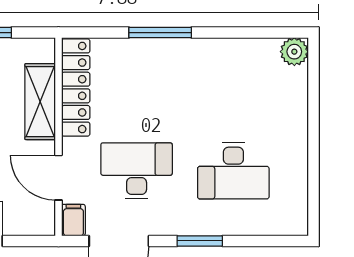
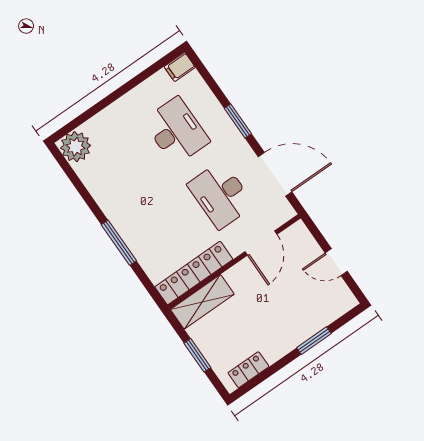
plant: (294, 52) -> (76, 147), width x1.36, depth x1.36
shelving: (40, 102) -> (202, 302), moved
filing cabinet: (73, 220) -> (180, 67), moved

